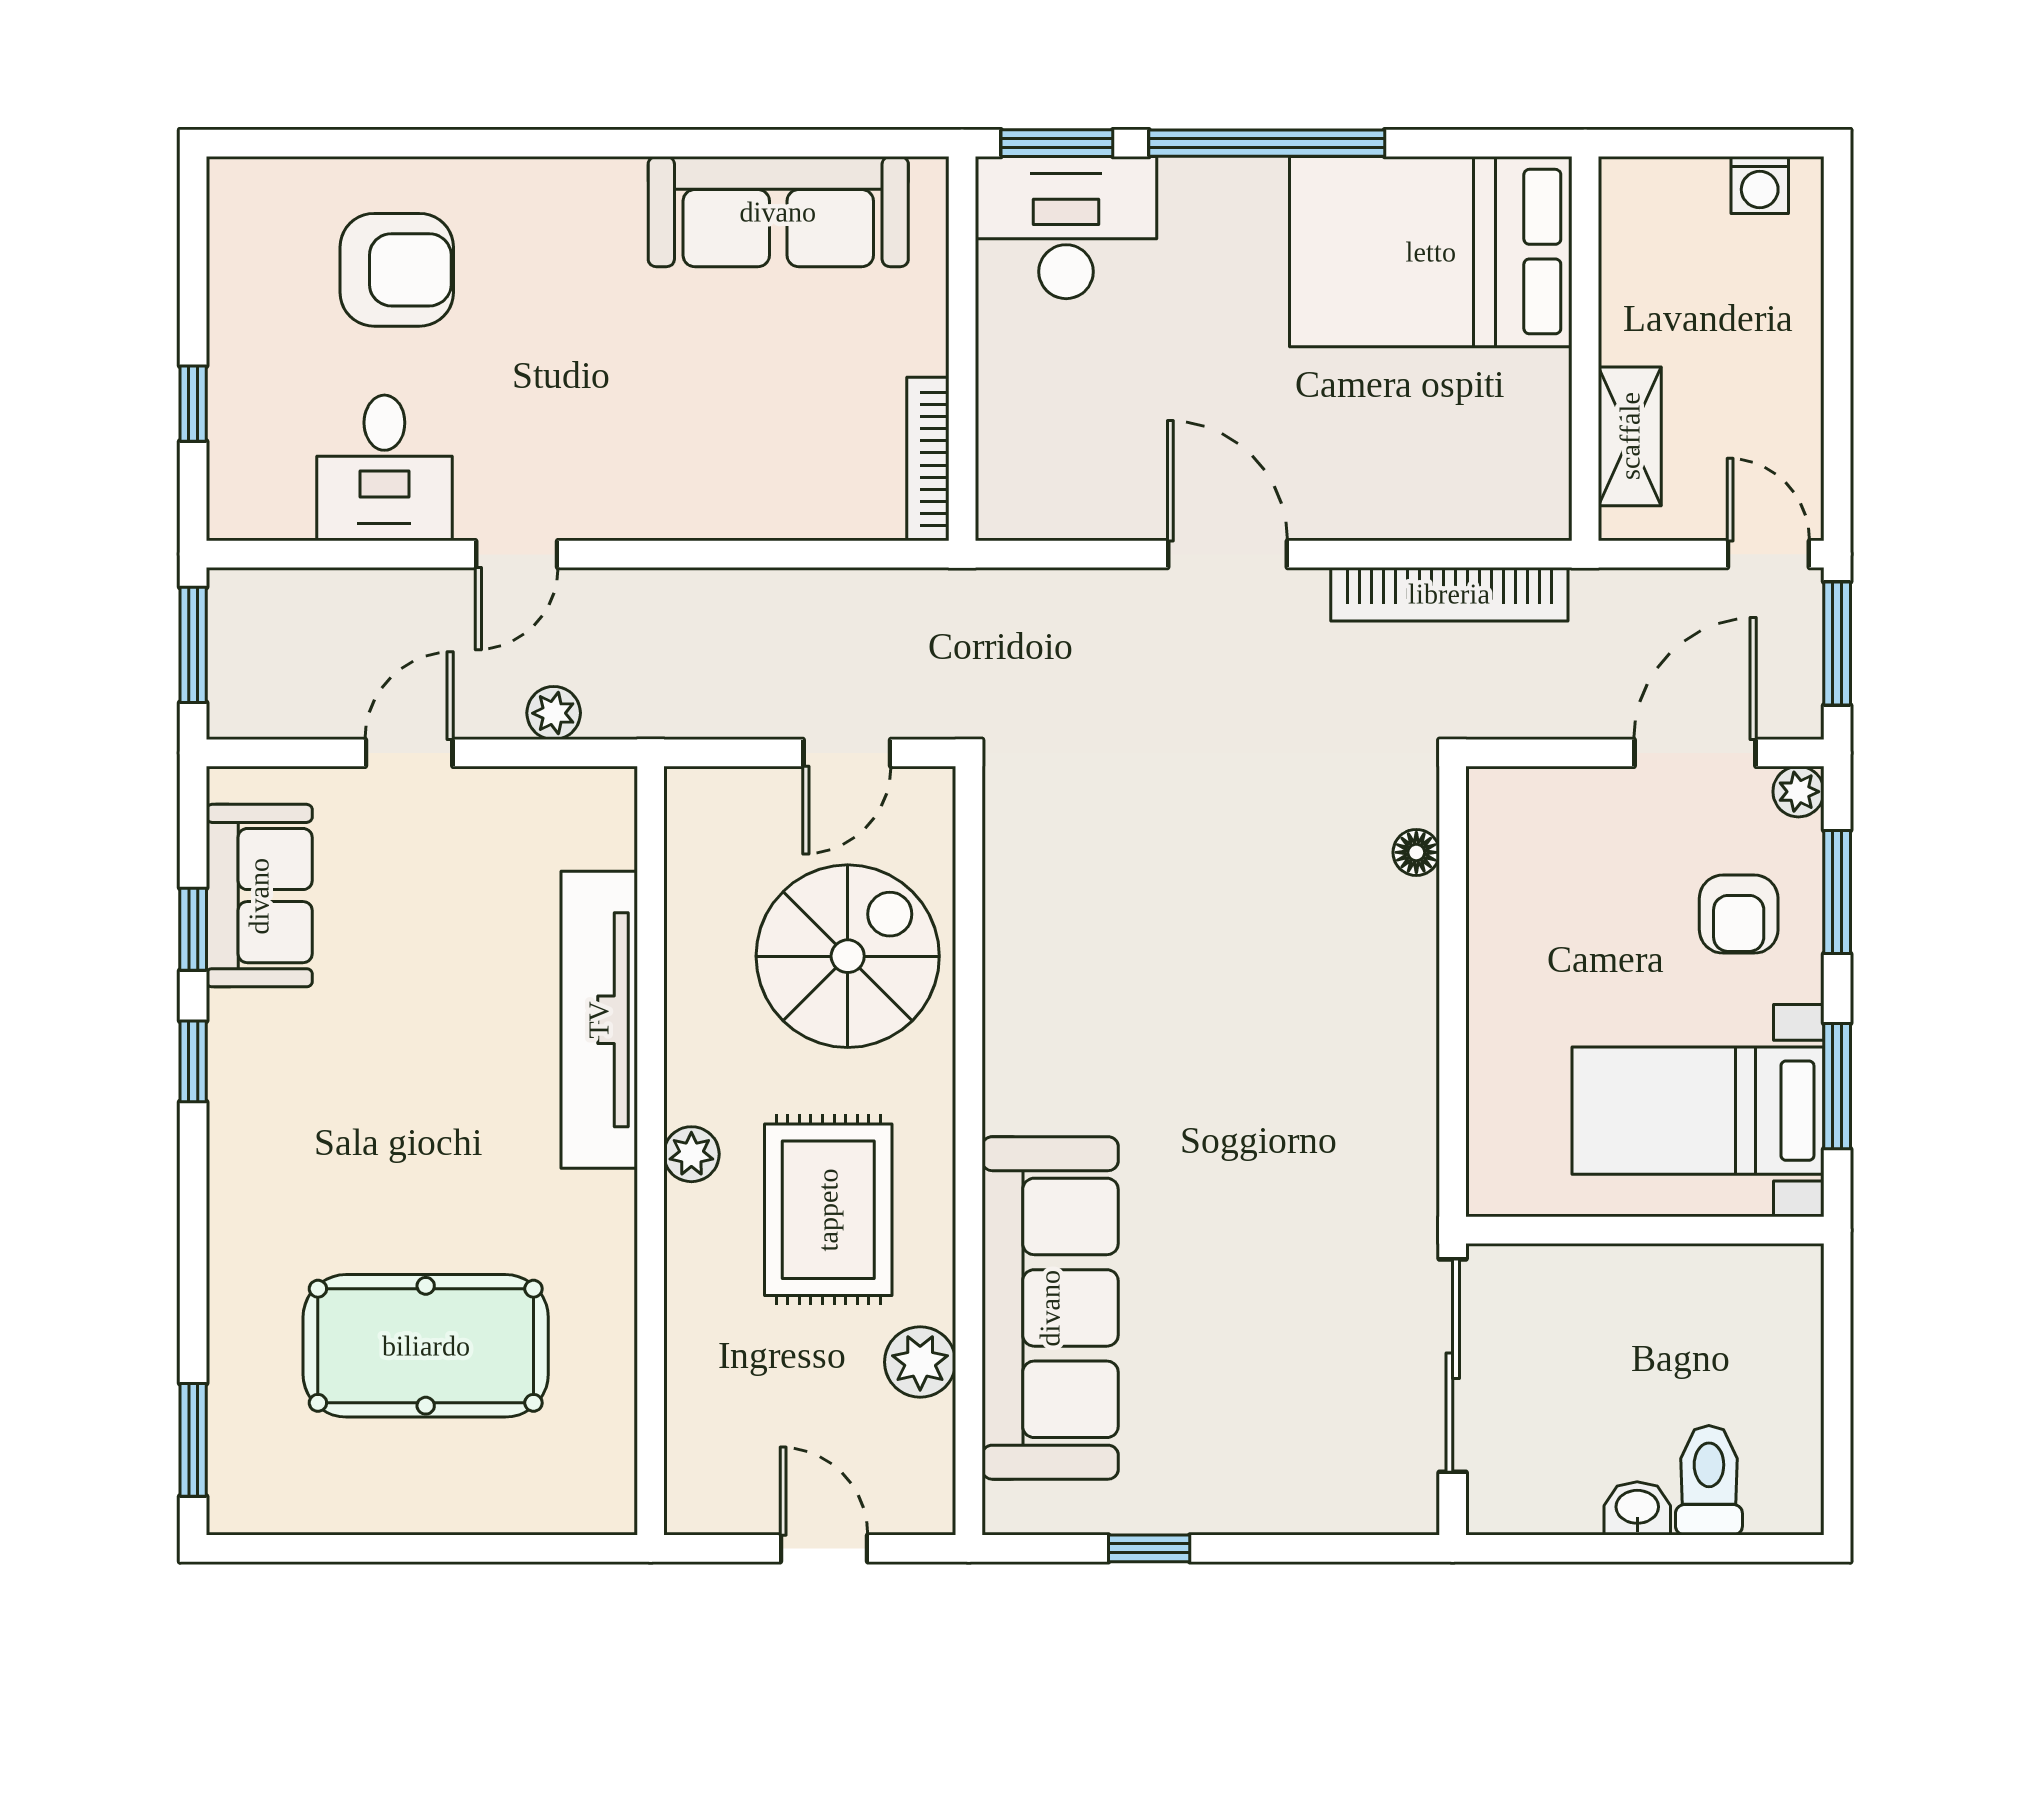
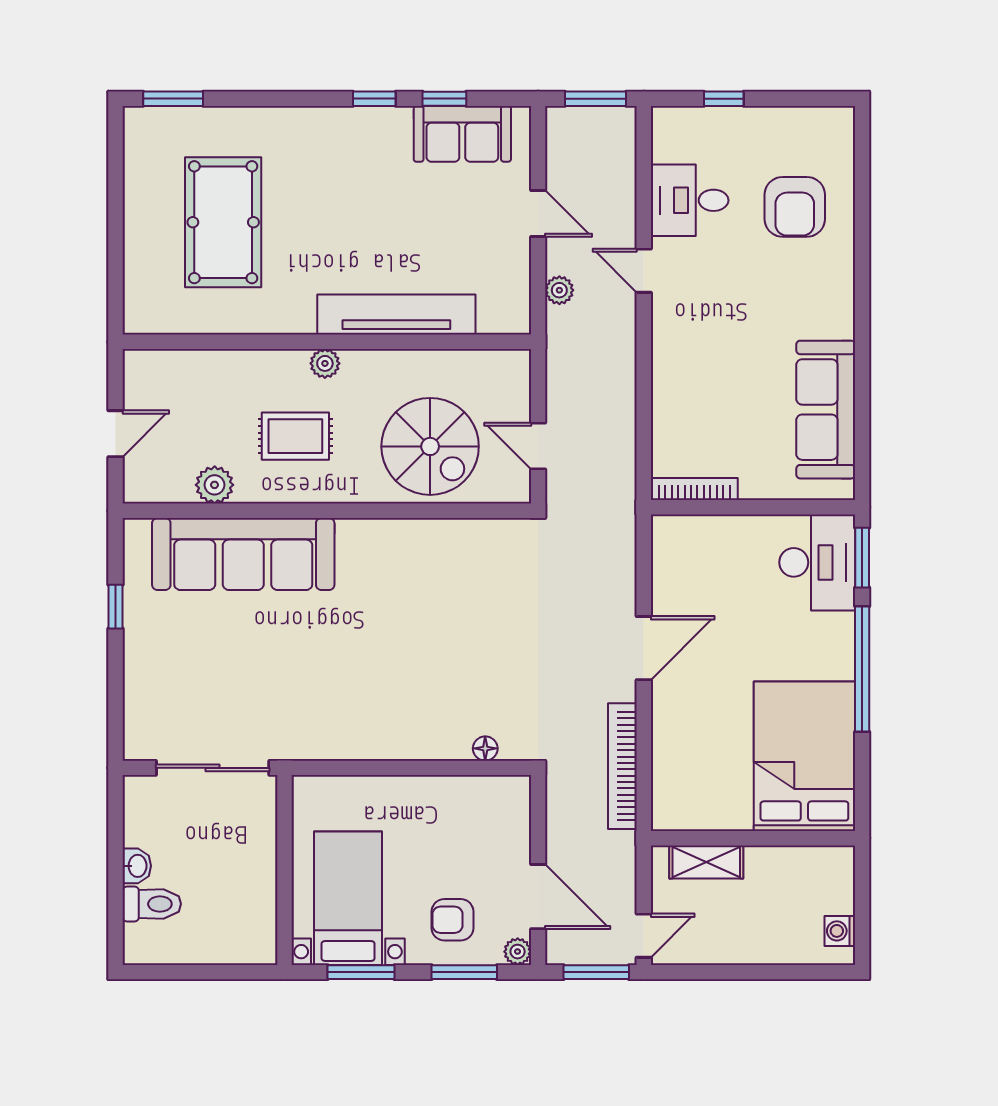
rug: (828, 1210) -> (295, 436), width x0.73, depth x0.70

